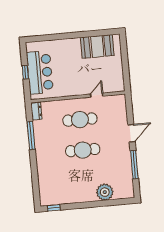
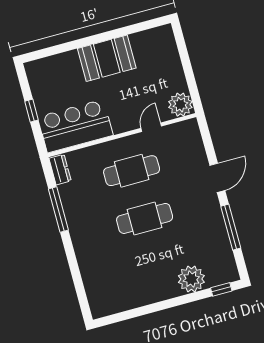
booth: (97, 46) -> (107, 58), moved
bar counter: (40, 72) -> (75, 126), moved, turned -90
plant: (117, 84) -> (180, 105), added
window: (54, 208) -> (221, 289), moved

